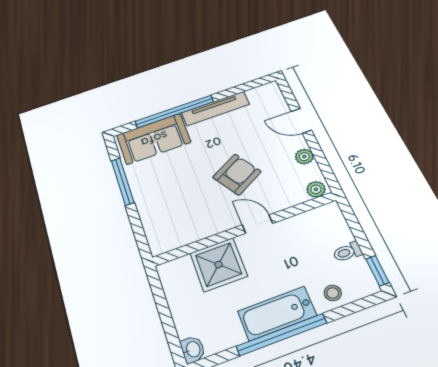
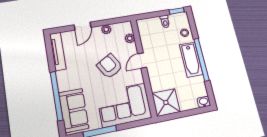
tv unit: (215, 108) -> (58, 51), moved
plant: (316, 189) -> (130, 38), moved
corner sofa: (170, 209) -> (124, 105), added
shower: (219, 265) -> (166, 103), moved

